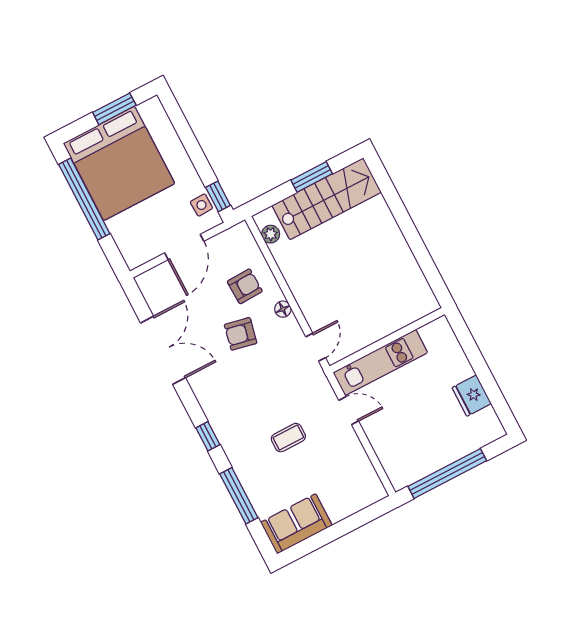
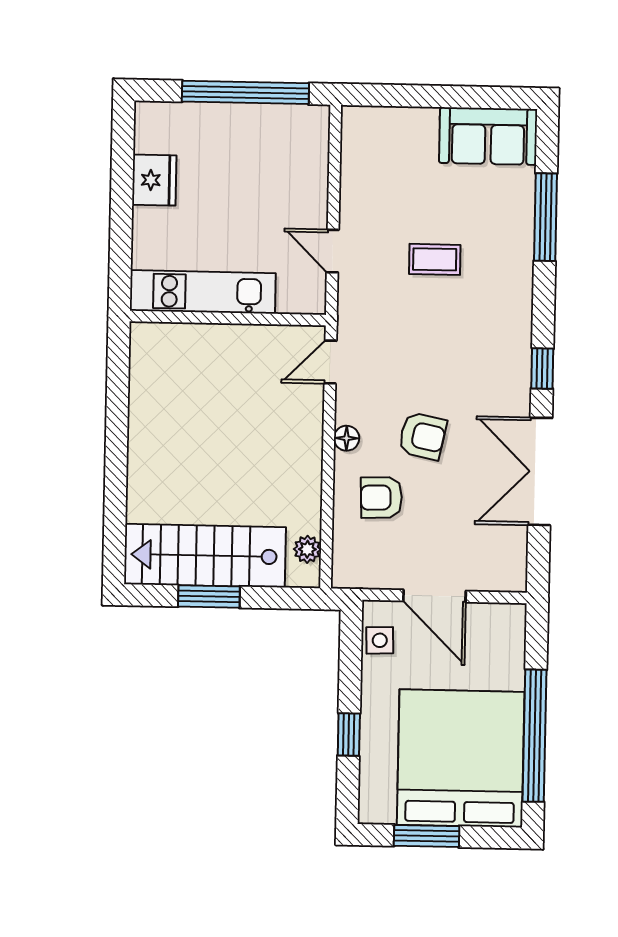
window: (218, 196) -> (349, 735), moved
door: (184, 247) -> (434, 596), swing flipped
kitchen unit: (380, 363) -> (203, 292), moved
window: (208, 436) -> (542, 368), moved

